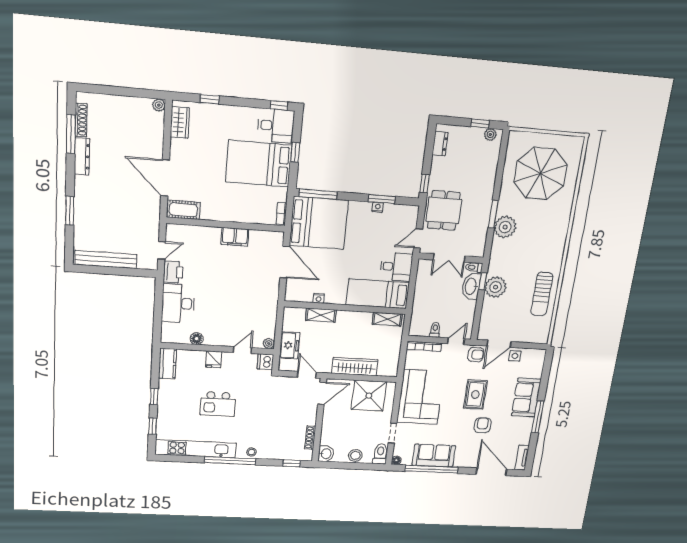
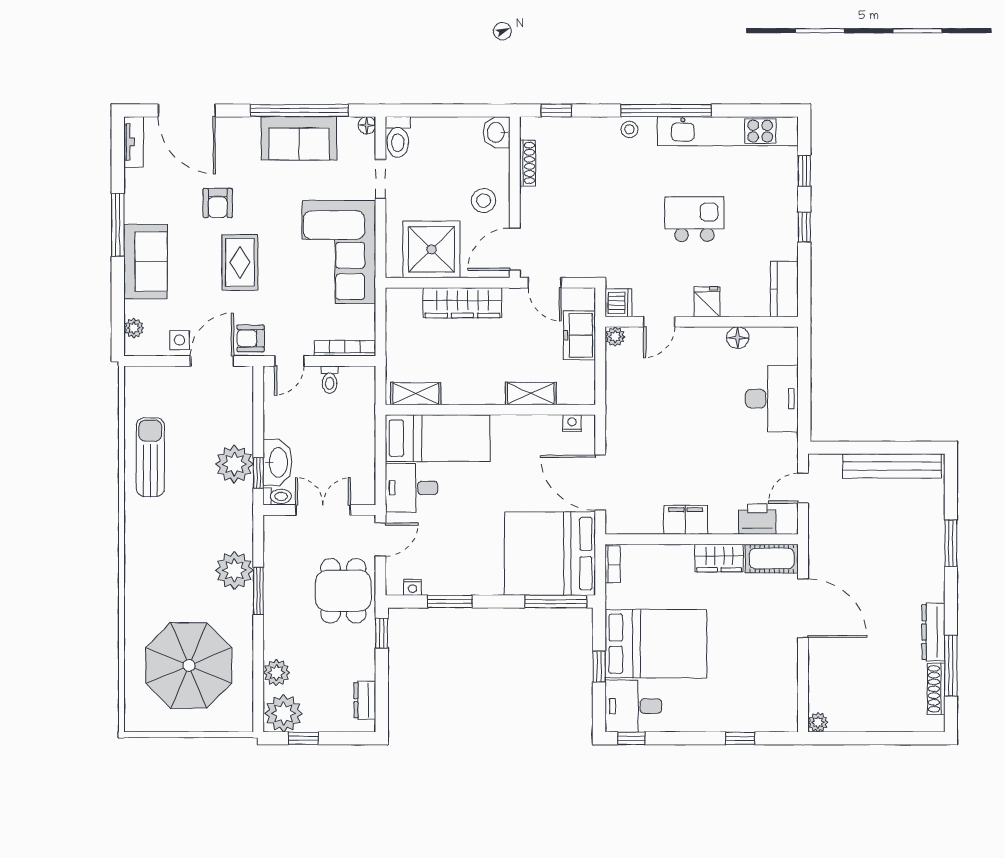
wardrobe: (180, 122) -> (719, 558), moved, turned -90
plant: (490, 134) -> (284, 713), width x1.88, depth x1.88
plant: (490, 165) -> (276, 673), added
nightstand: (378, 207) -> (413, 587), moved
printer: (173, 272) -> (757, 519), moved, turned 90
nightstand: (319, 298) -> (572, 423), moved
plant: (539, 364) -> (134, 328), added
stool: (355, 455) -> (484, 201), moved

